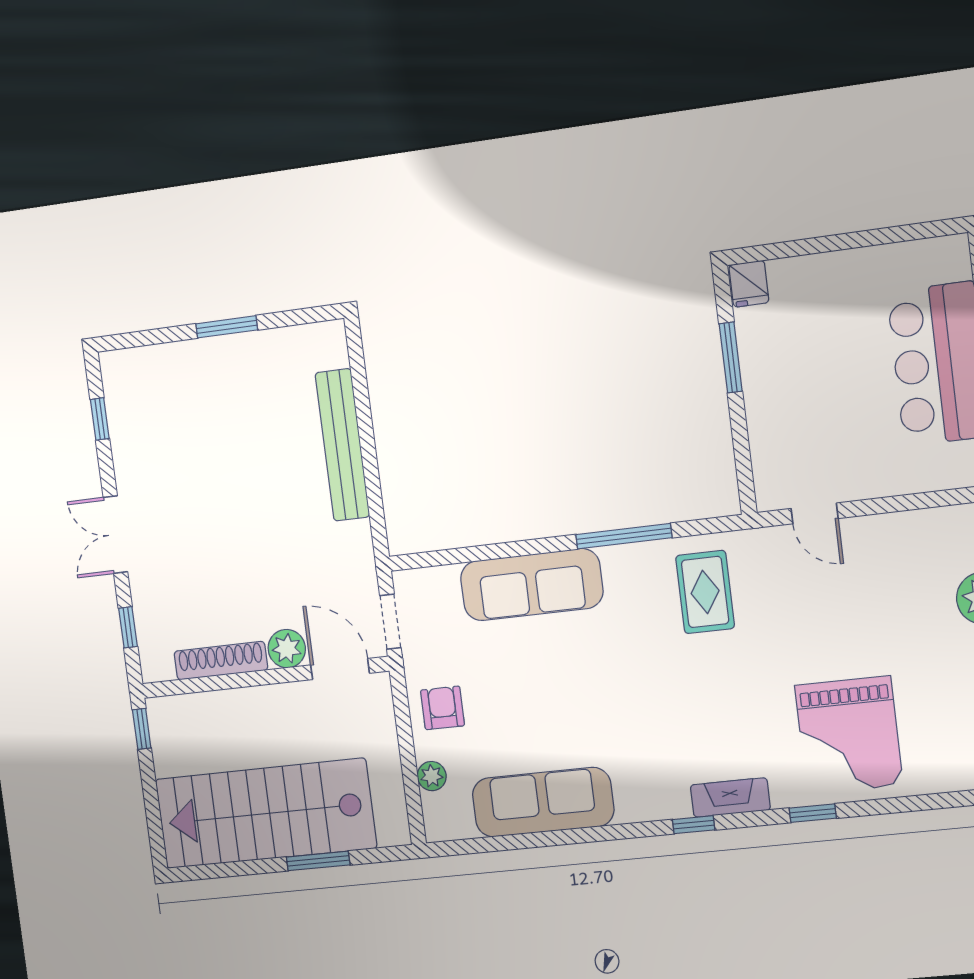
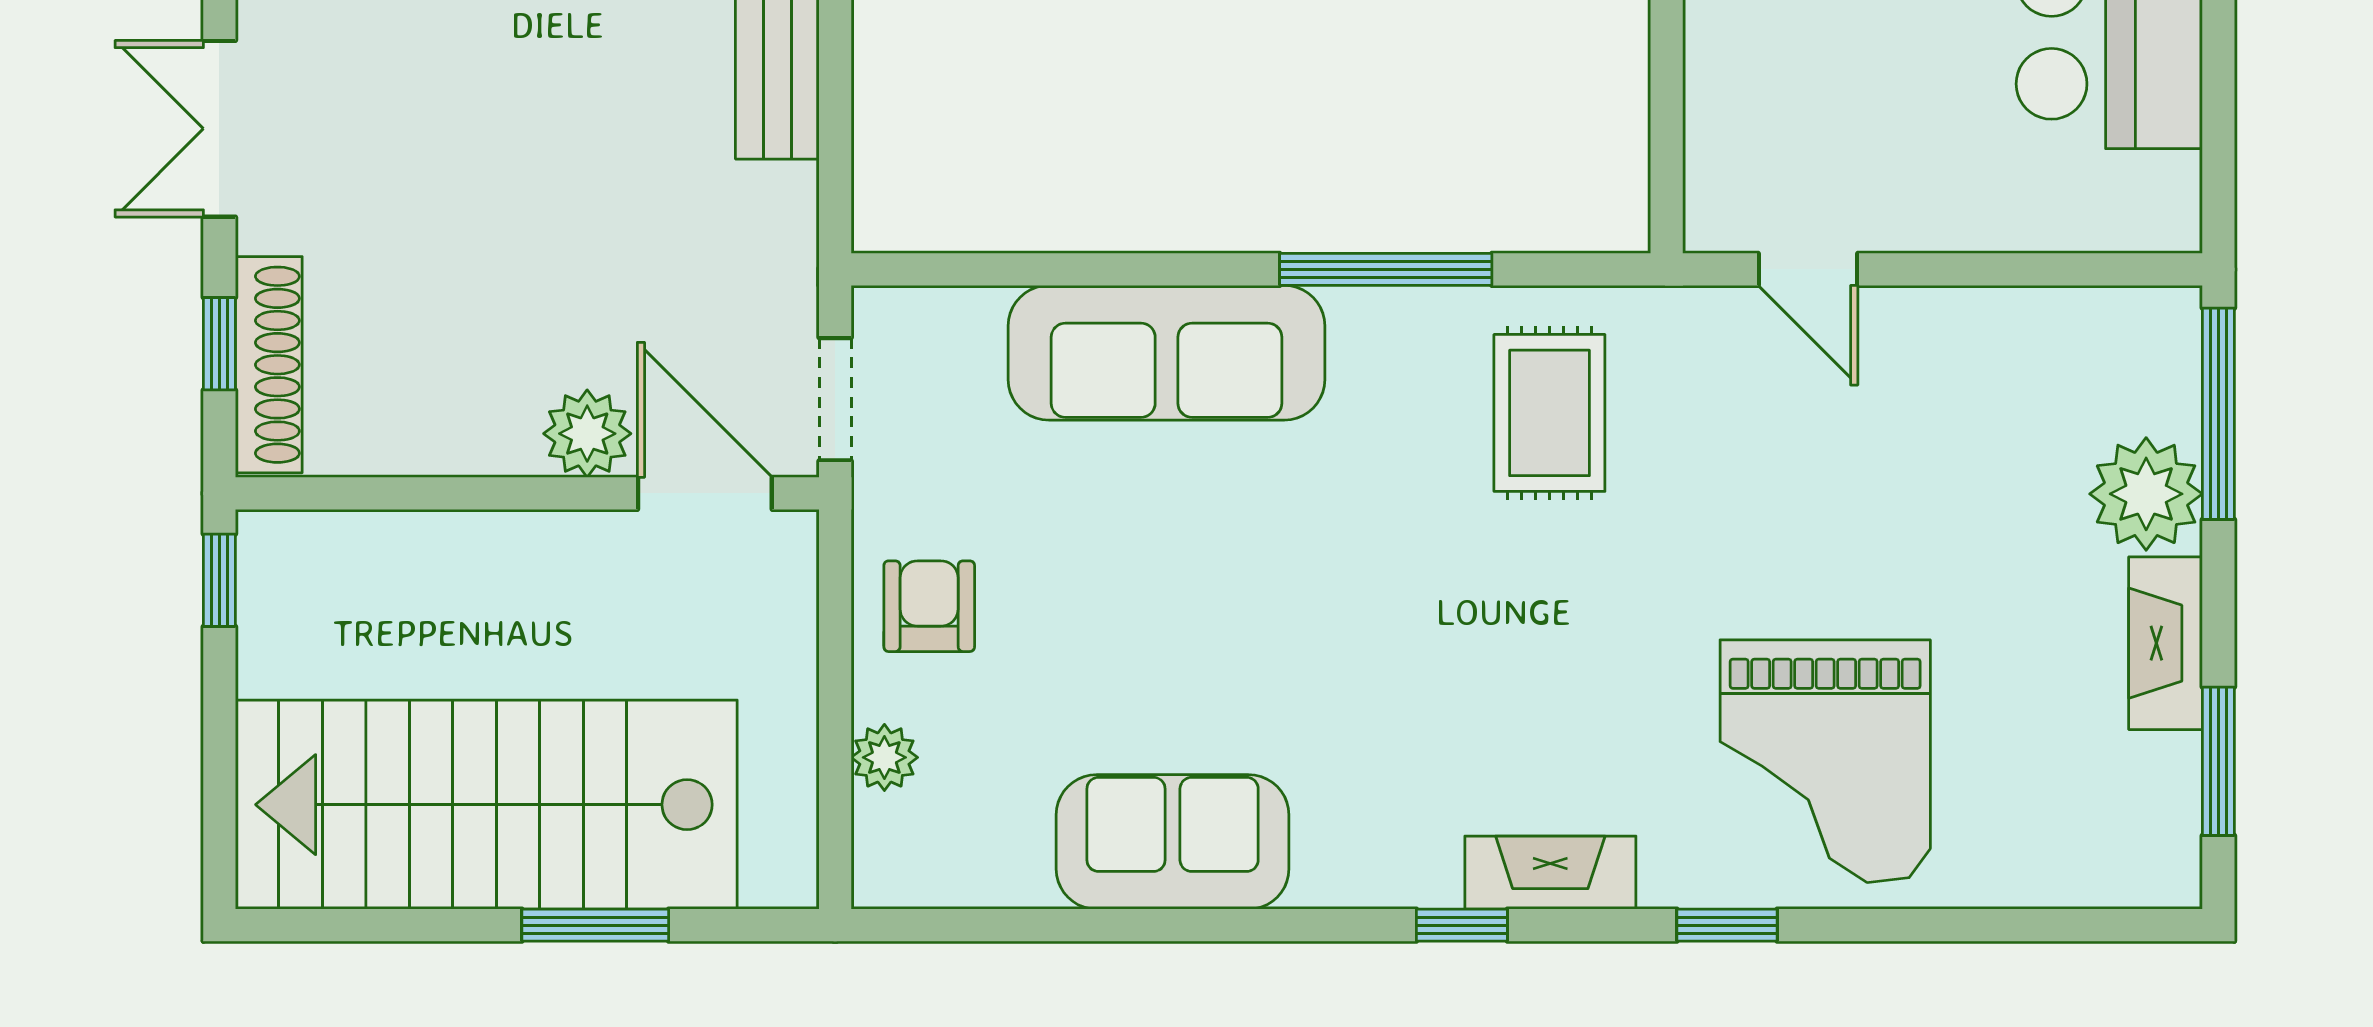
shoe rack: (221, 661) -> (269, 365), moved, turned 90
sofa: (543, 802) -> (1173, 842), width x0.73

